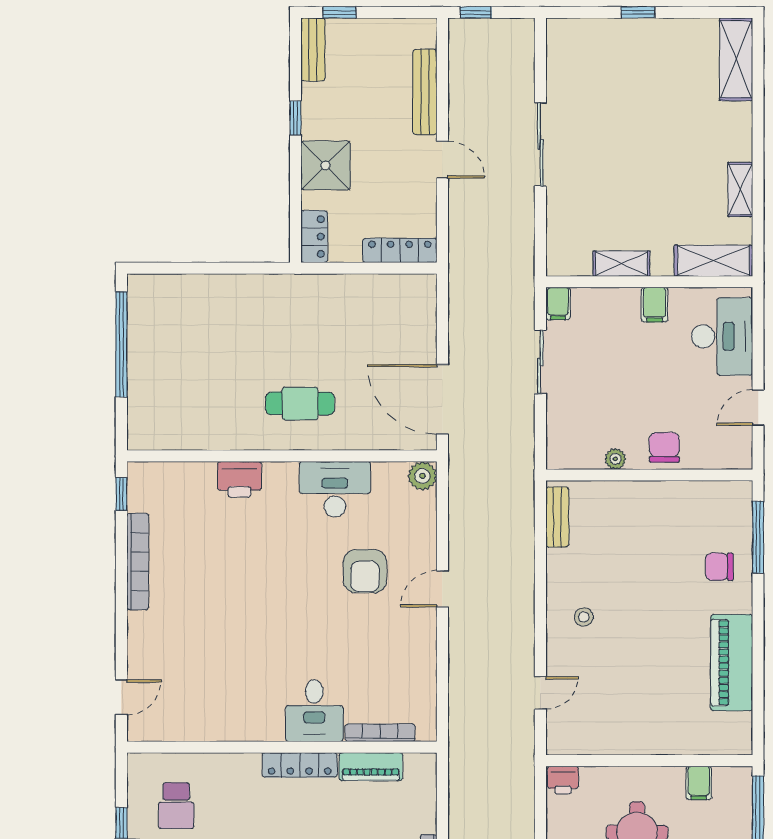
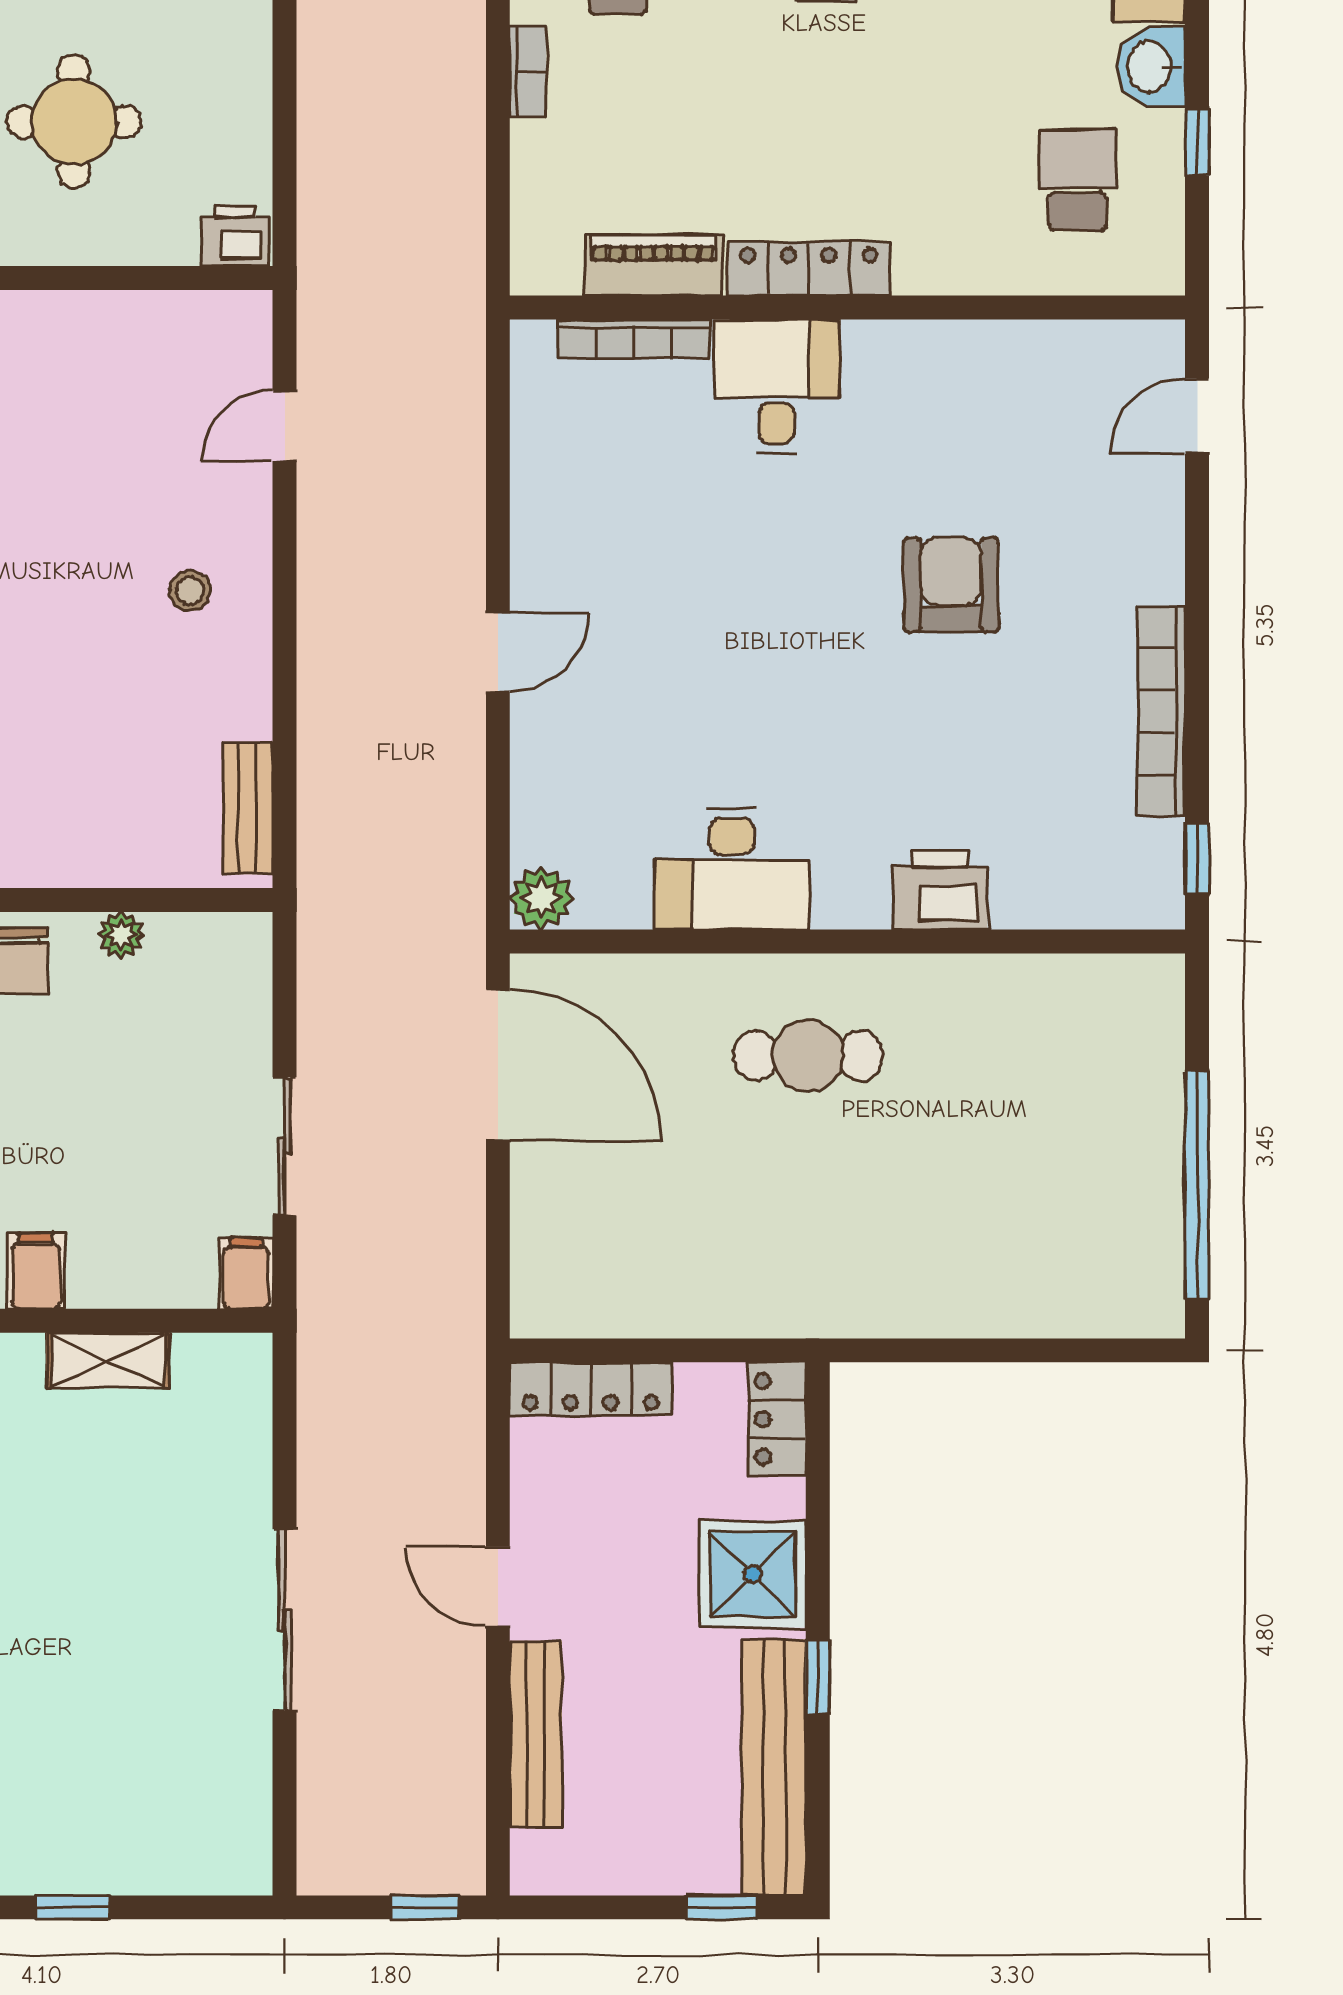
bench: (313, 49) -> (774, 1767), width x1.86, depth x1.21
armchair: (365, 571) -> (951, 585), moved

